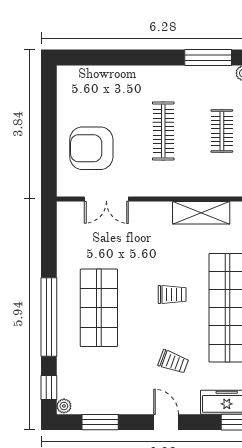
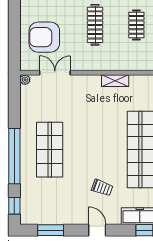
double door: (106, 199) -> (55, 73), swing flipped
shelving: (201, 213) -> (115, 81), width x0.67, depth x0.75
trolley: (172, 295) -> (101, 140), removed
plant: (64, 406) -> (25, 80), moved

